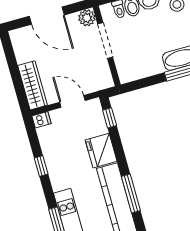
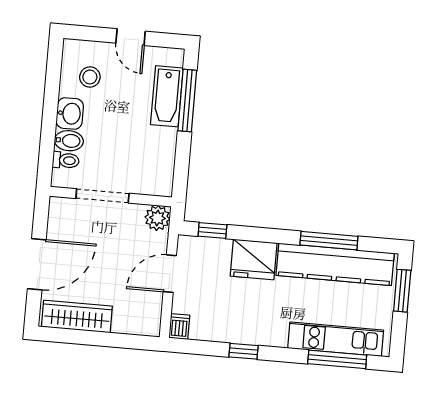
plant: (87, 18) -> (157, 218), moved
wardrobe: (33, 85) -> (77, 316), moved

